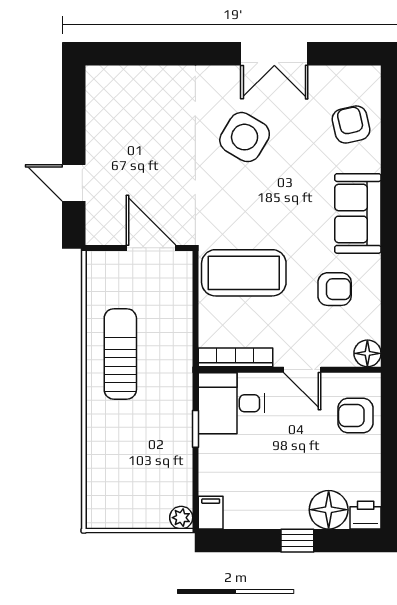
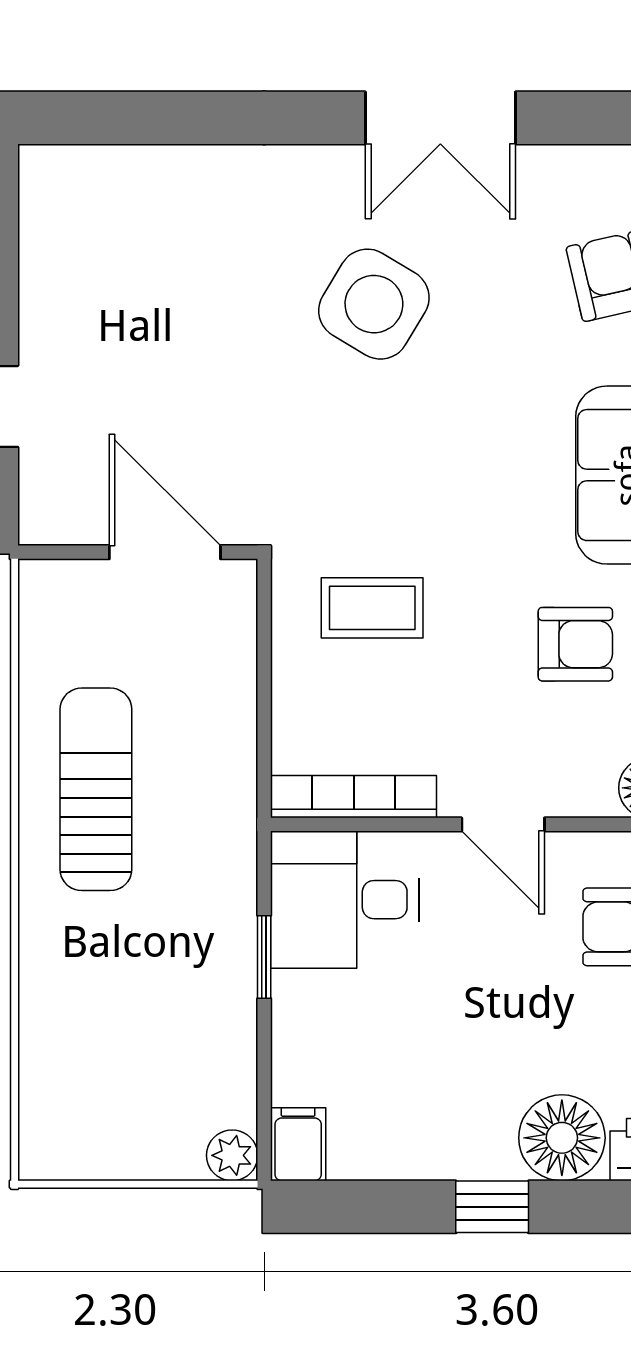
coffee table: (244, 273) -> (372, 608), width x0.54, depth x0.58

